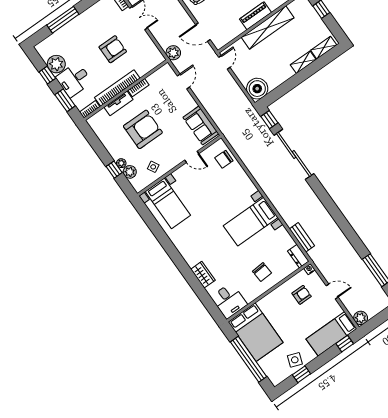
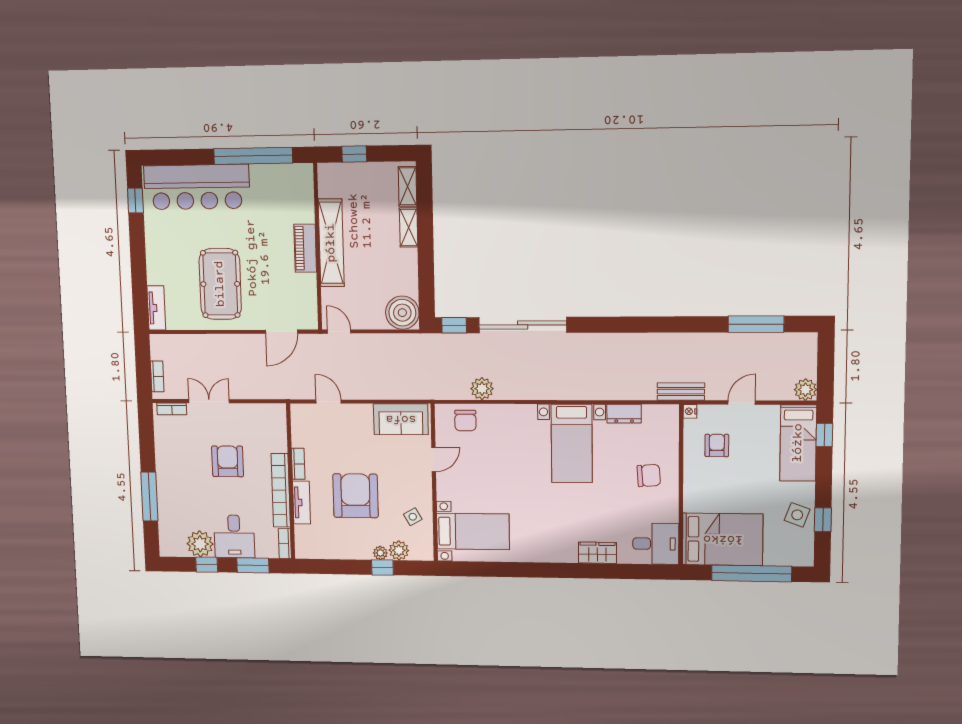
plant: (173, 53) -> (482, 389), moved
bench: (302, 237) -> (681, 392), moved
dresser: (298, 256) -> (624, 414), moved

